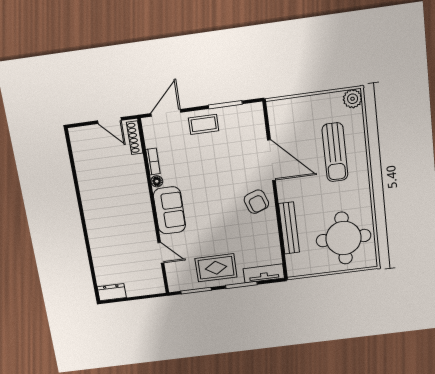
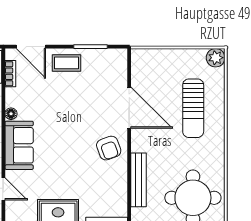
door: (166, 113) -> (31, 47), swing flipped
bookcase: (153, 162) -> (10, 74), moved

